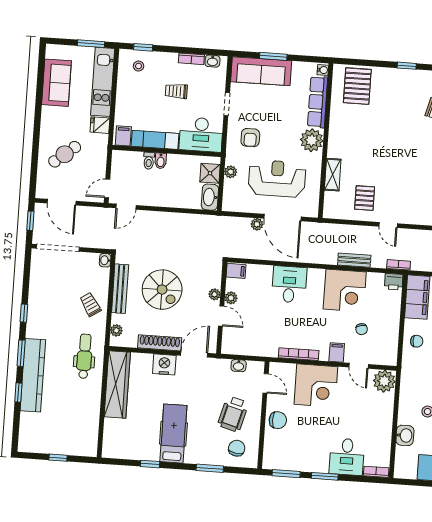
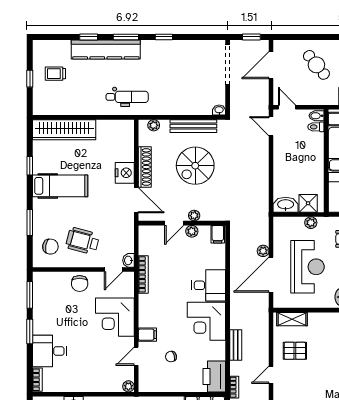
toilet: (149, 161) -> (316, 127), moved
bidet: (161, 161) -> (317, 116), moved
shelving: (333, 175) -> (292, 319), moved
printer: (394, 282) -> (214, 376), width x1.87, depth x1.48
corner desk: (345, 290) -> (206, 321), moved
trolley: (90, 305) -> (55, 74), moved, turned -147
bookcase: (299, 354) -> (143, 274), moved
washbasin: (239, 366) -> (128, 260), moved
plant: (384, 381) -> (128, 386), width x0.53, depth x0.53
wardrobe: (117, 385) -> (64, 130), moved

